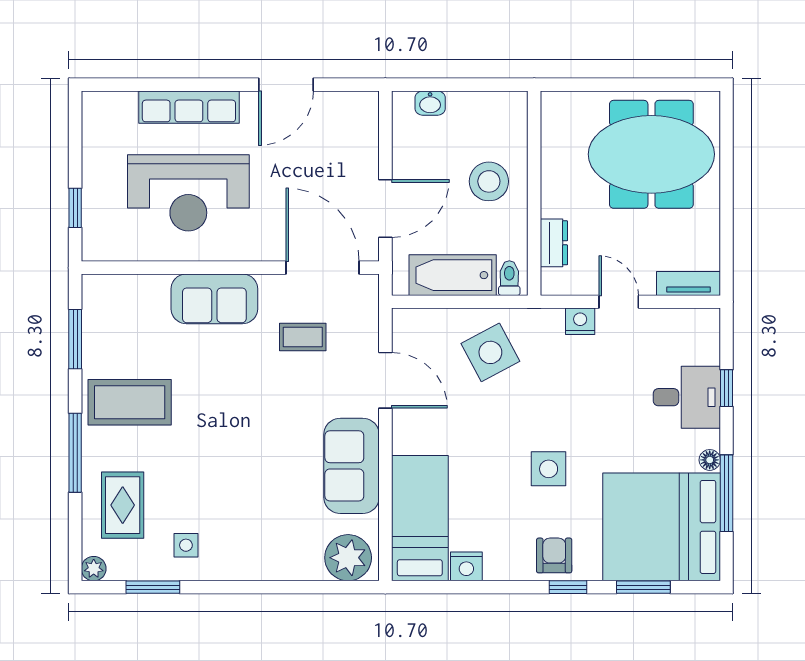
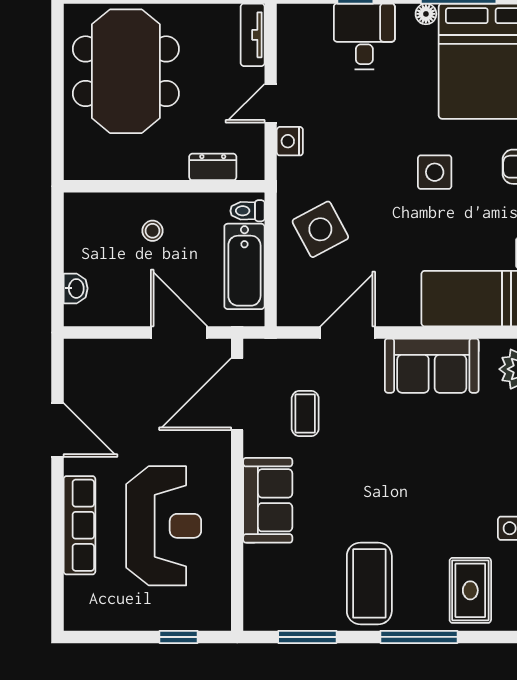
stool: (489, 181) -> (153, 231), width x0.53, depth x0.53
rug: (123, 505) -> (470, 590), turned 90

